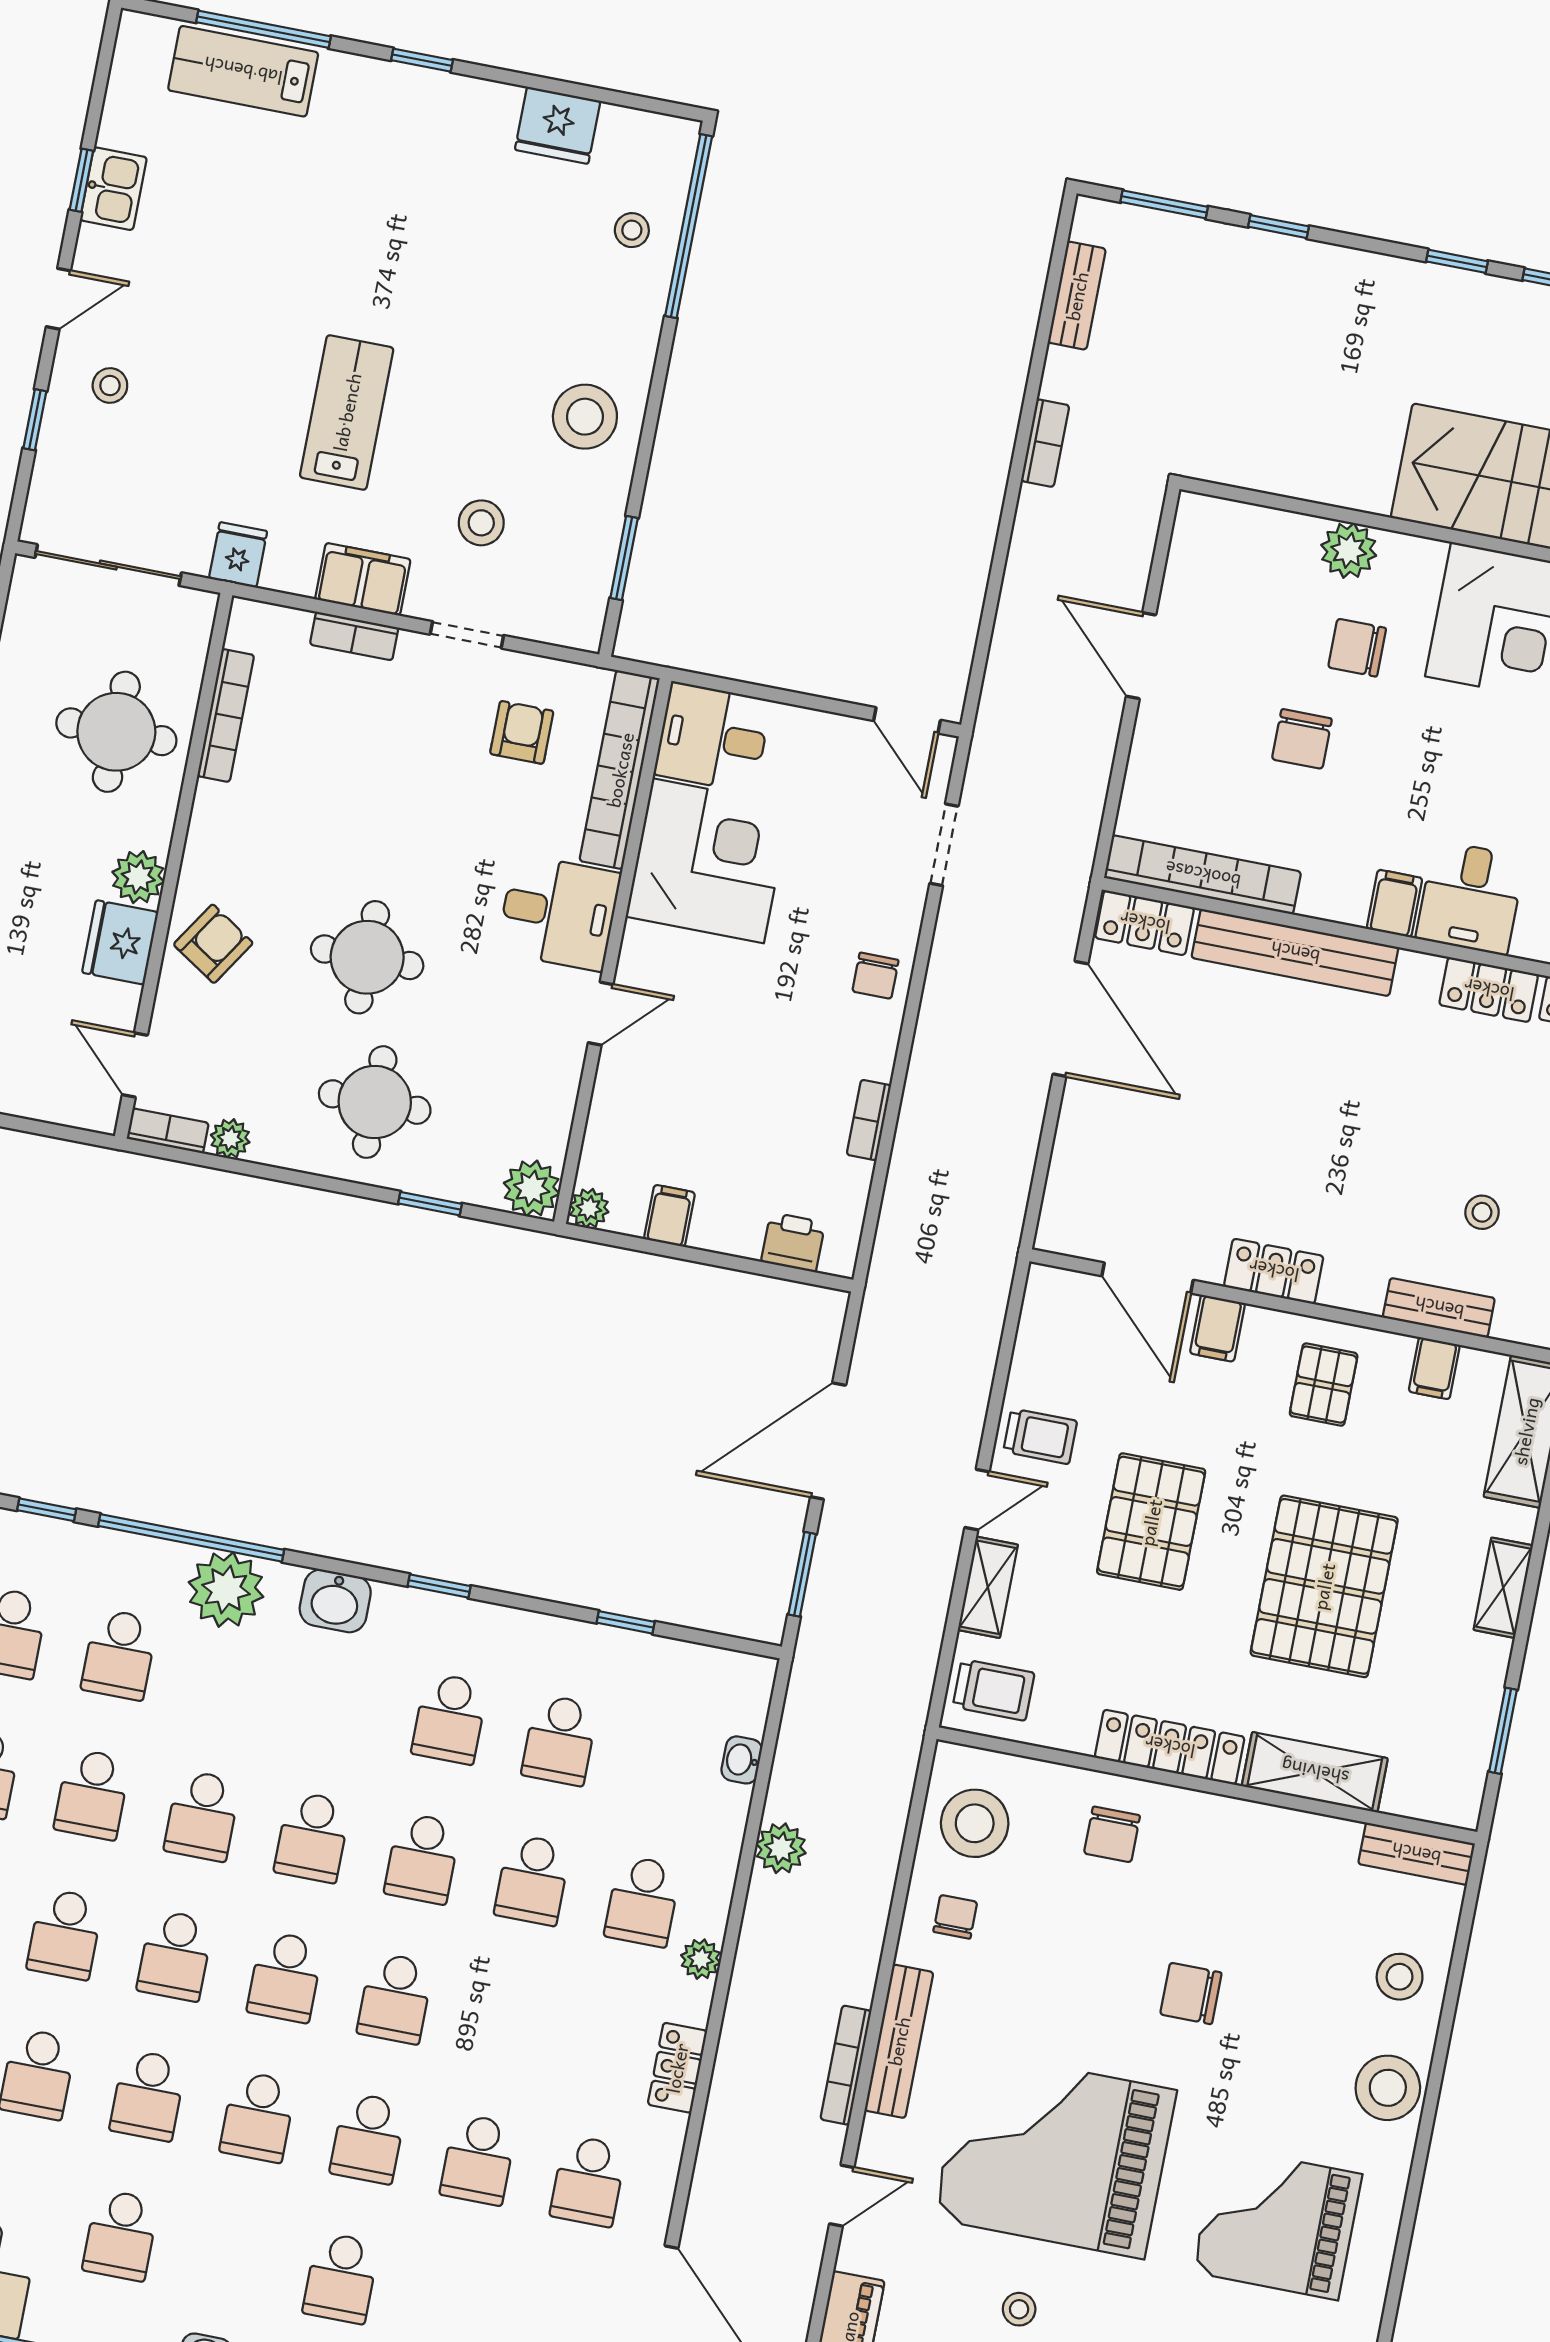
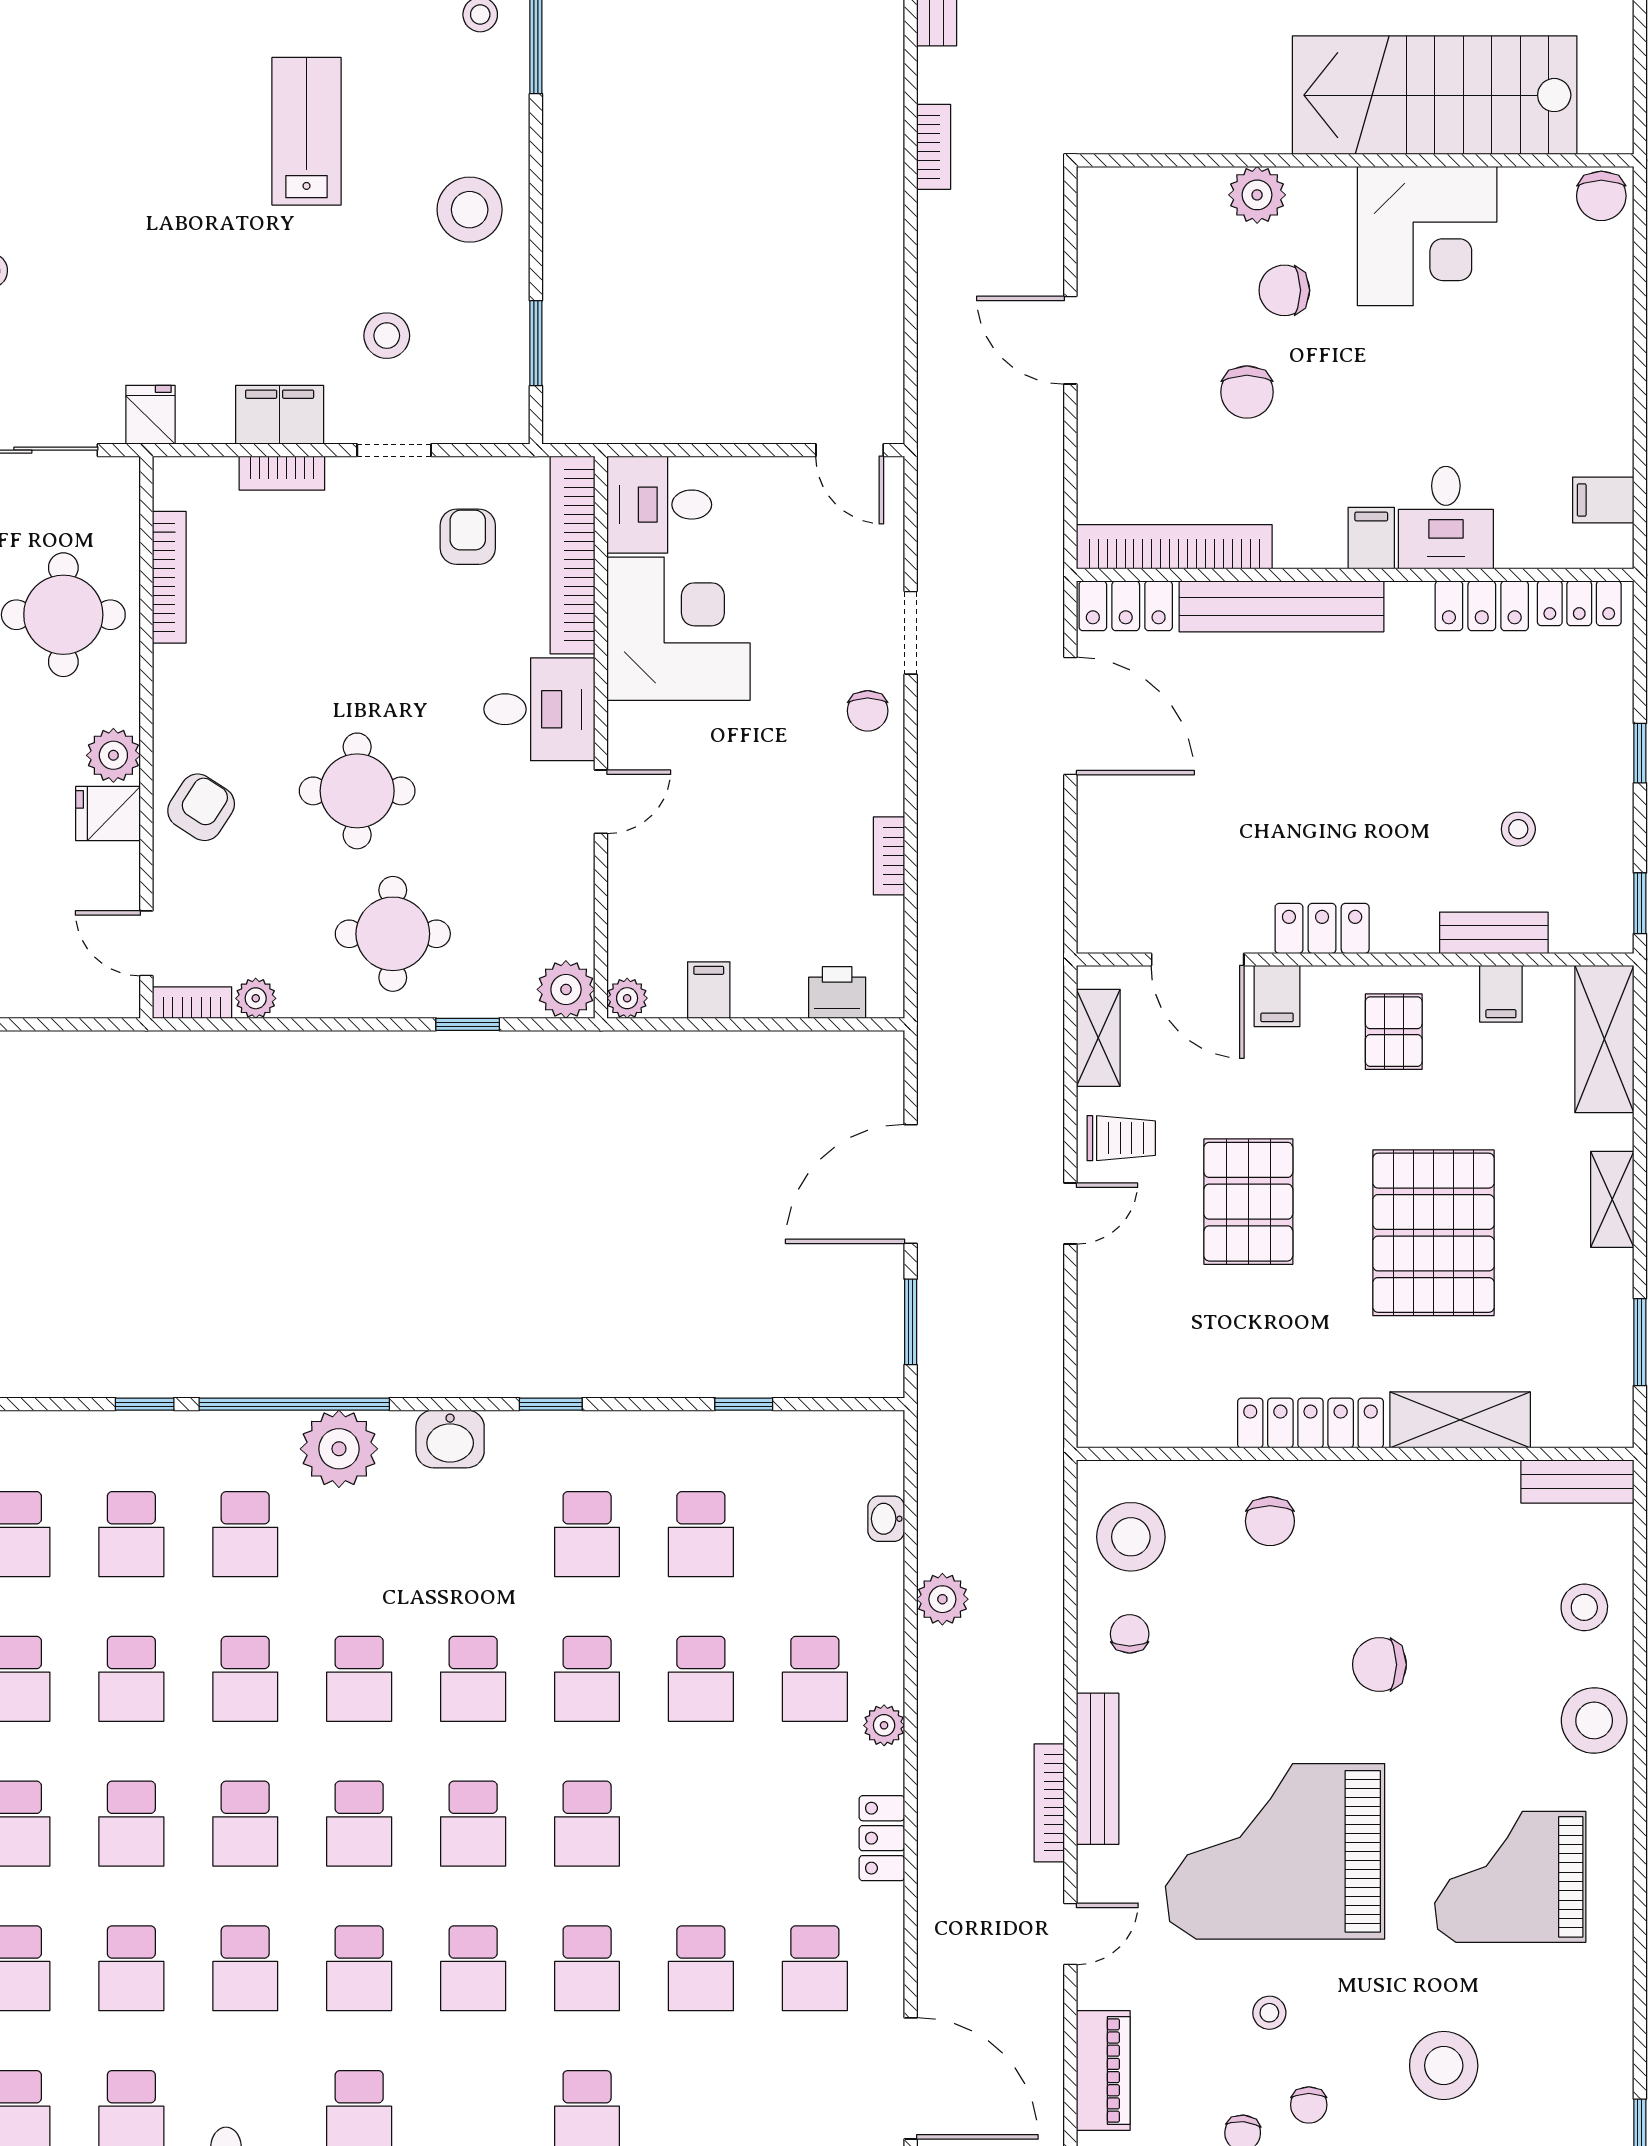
lab bench: (347, 412) -> (306, 131), moved
doorway: (944, 845) -> (911, 633), moved
fridge: (120, 942) -> (108, 813), width x0.72
shelving: (988, 1587) -> (1098, 1038), moved
trolley: (994, 1690) -> (1124, 1400), removed

